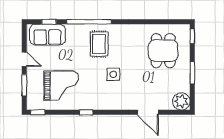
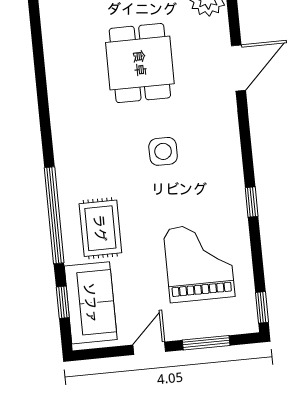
rug: (99, 44) -> (100, 228), moved, turned 90
dining table: (163, 51) -> (140, 63), moved, turned 90

